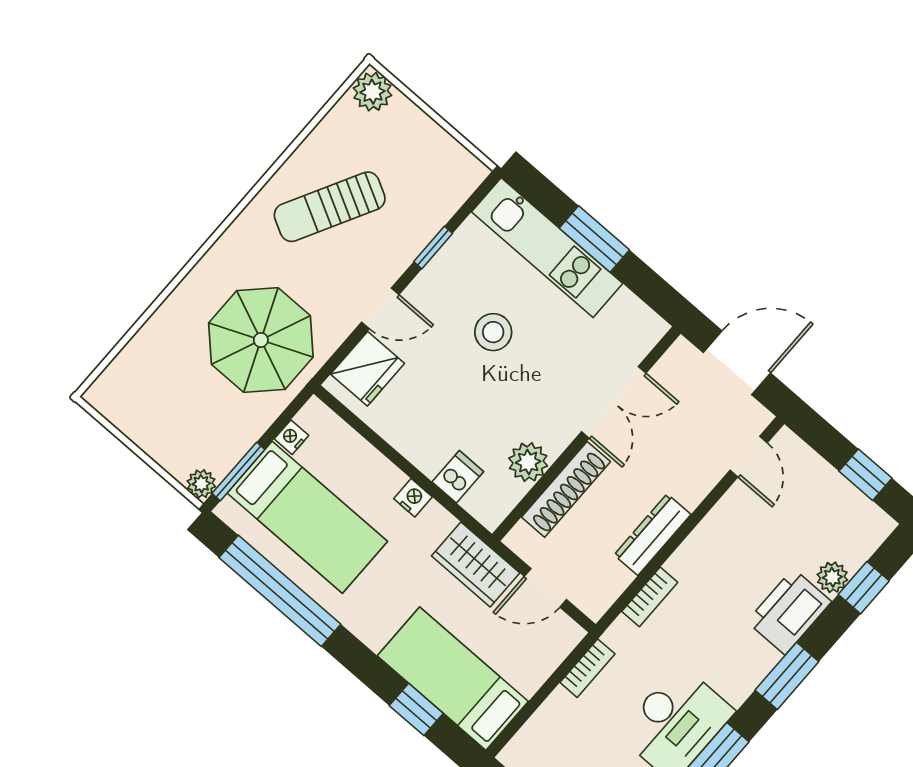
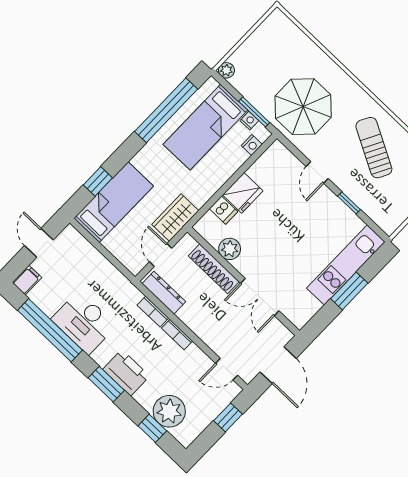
stool: (493, 332) -> (301, 233), removed
fridge: (367, 369) -> (243, 193), moved, turned -90
window: (238, 471) -> (254, 112), moved
window: (865, 475) -> (228, 417), moved
nightstand: (413, 498) -> (252, 145), moved
dresser: (652, 535) -> (164, 293), moved
plant: (832, 577) -> (169, 411), width x1.87, depth x1.87
printer: (789, 612) -> (126, 373), moved
bookcase: (587, 668) -> (177, 335), moved

